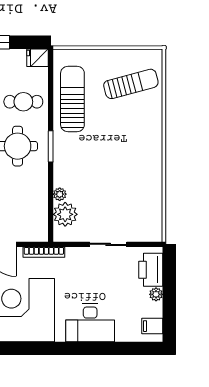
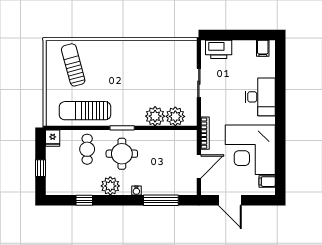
plant: (60, 194) -> (155, 116), width x1.88, depth x1.88
plant: (156, 294) -> (238, 45), removed

